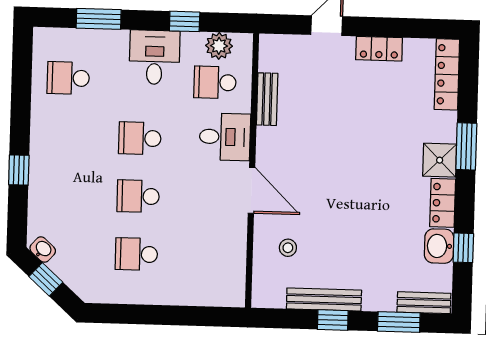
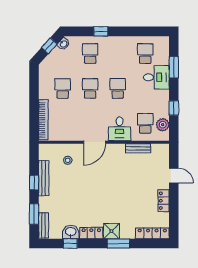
desk: (155, 57) -> (156, 77), moved
school desk: (65, 194) -> (90, 54), added
bookcase: (201, 297) -> (43, 120), added

